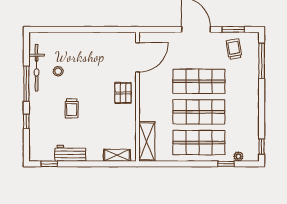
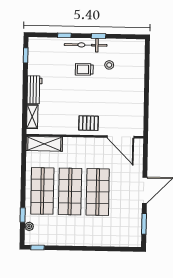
trolley: (234, 49) -> (126, 224), removed
window: (262, 61) -> (115, 249), removed
bicycle: (37, 68) -> (86, 45), moved
window: (26, 84) -> (99, 36), width x0.46
trolley: (72, 108) -> (84, 69), moved
workbench: (70, 153) -> (35, 90), moved

